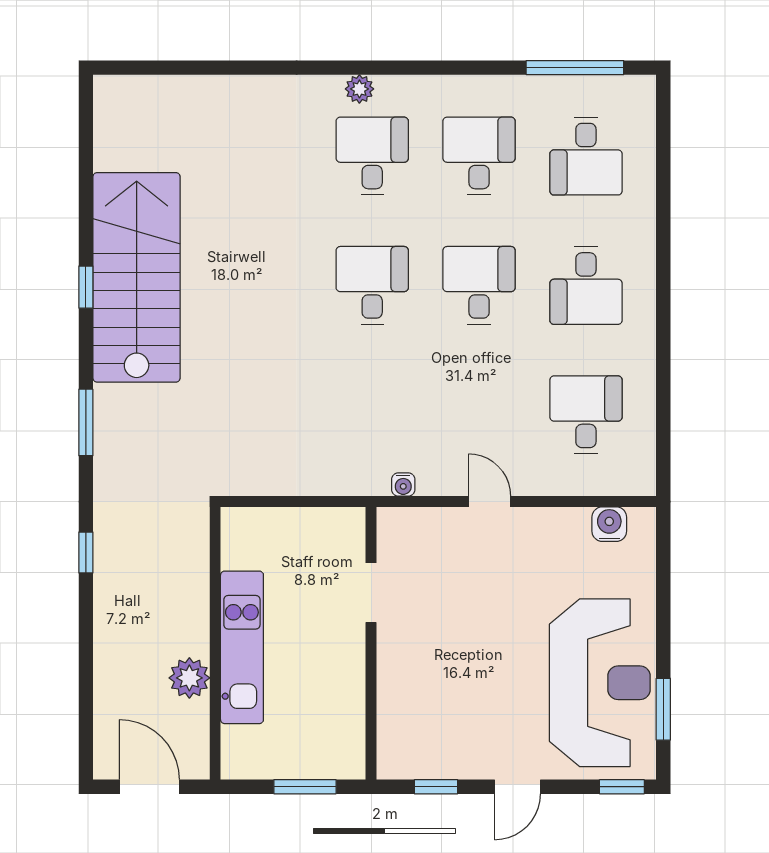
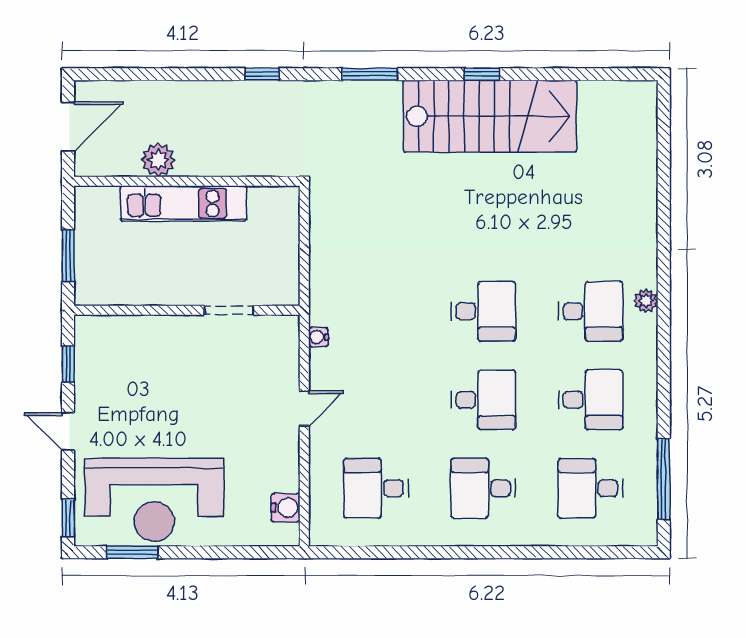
desk: (586, 415) -> (376, 488), turned 180

